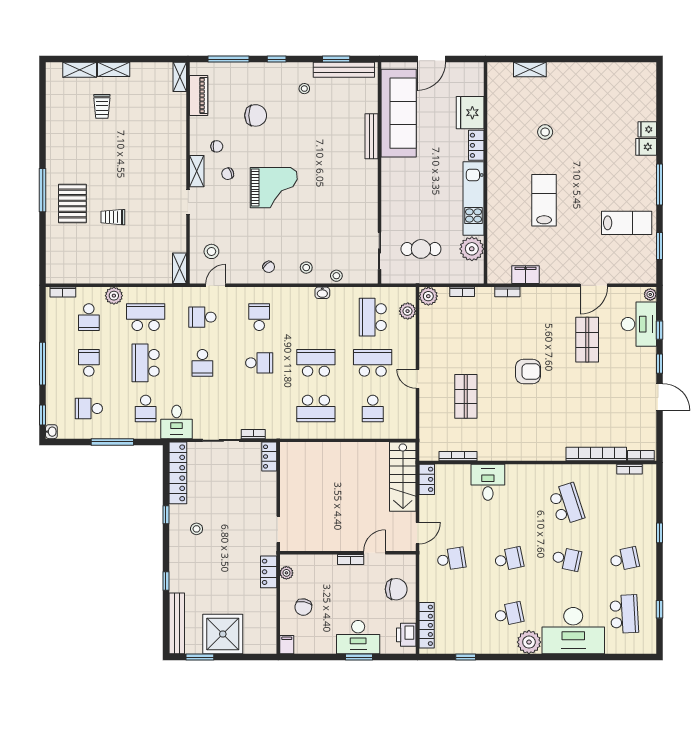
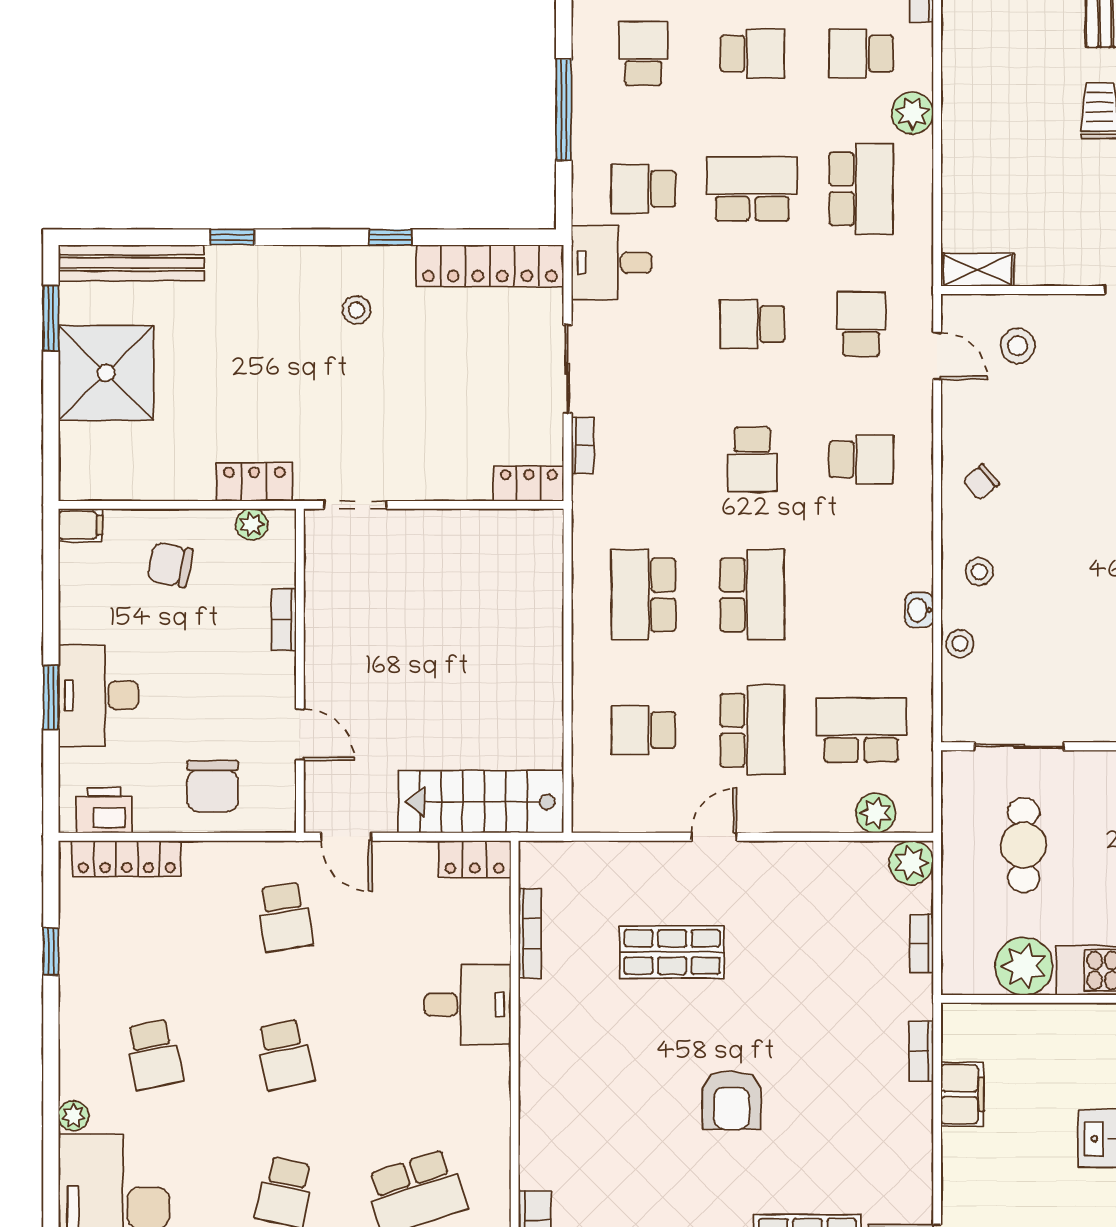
bookcase: (351, 559) -> (284, 619), moved
plant: (529, 642) -> (74, 1116), width x0.53, depth x0.53

